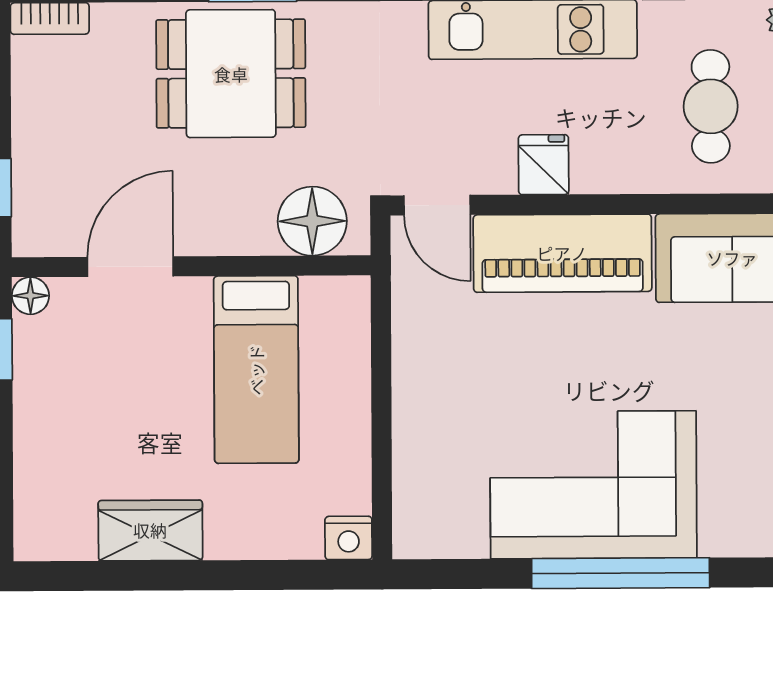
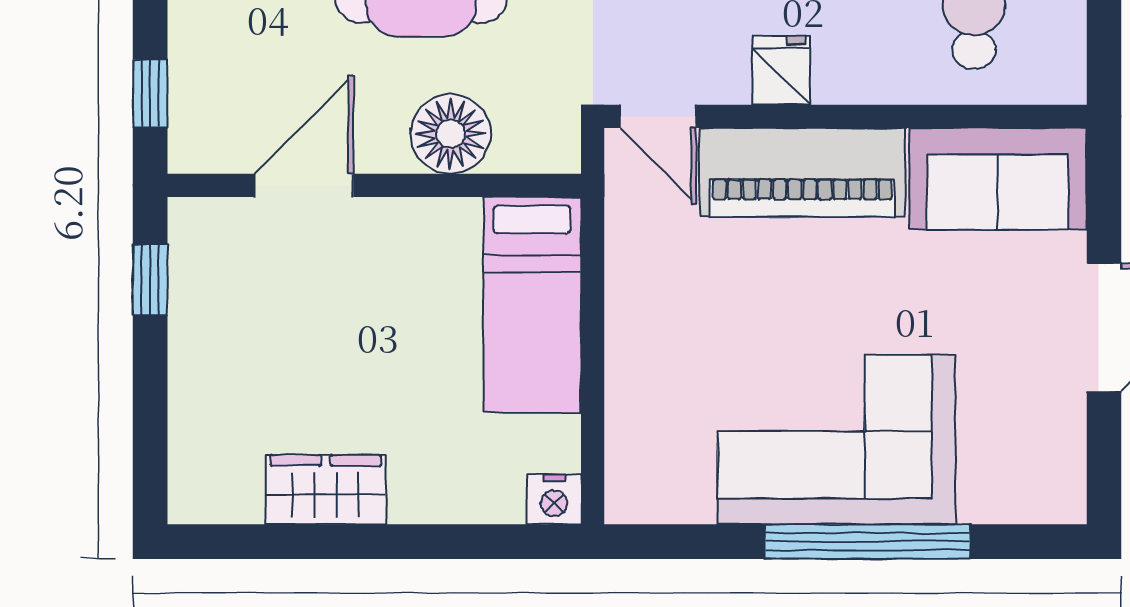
floor lamp: (312, 221) -> (451, 134), moved
floor lamp: (30, 296) -> (189, 218), removed
bed: (256, 370) -> (532, 305), moved

